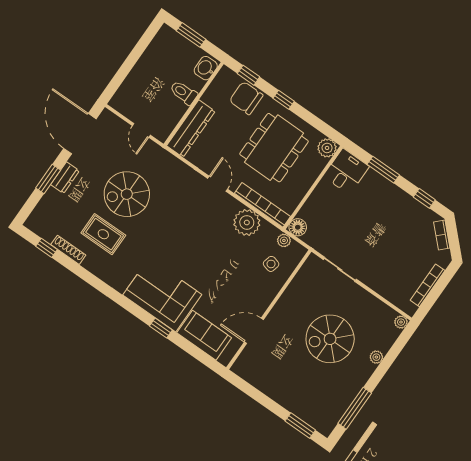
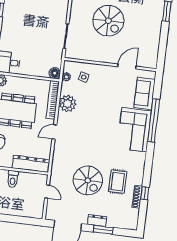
door: (141, 130) -> (47, 192), hinge flipped
window: (47, 248) -> (145, 193), moved
window: (161, 328) -> (154, 120), width x3.17
door: (254, 331) -> (127, 67), swing flipped

